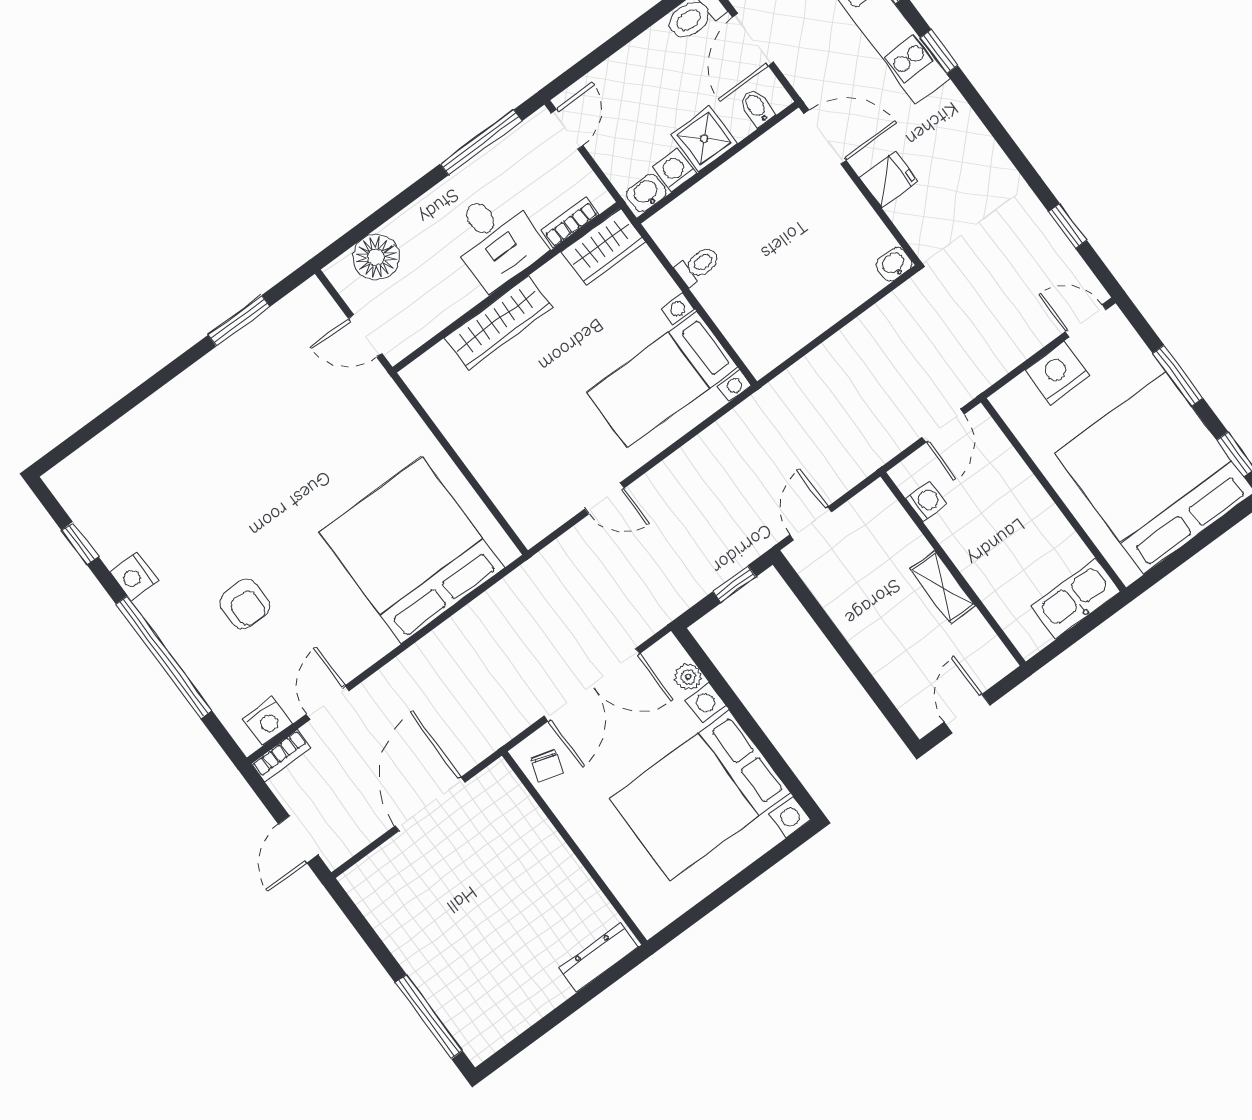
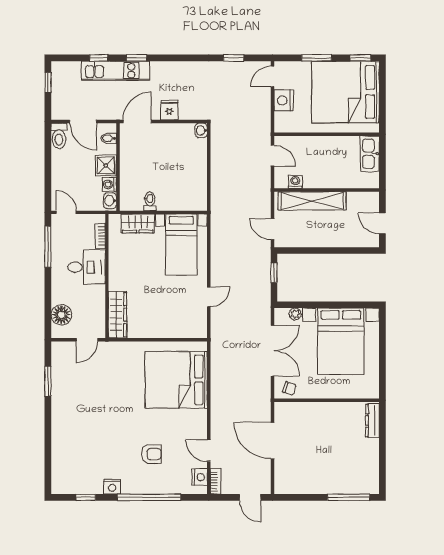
wardrobe: (603, 247) -> (138, 224), moved, turned 90
wardrobe: (498, 323) -> (118, 315), moved
shelving: (943, 587) -> (312, 201), width x2.20, depth x1.33

